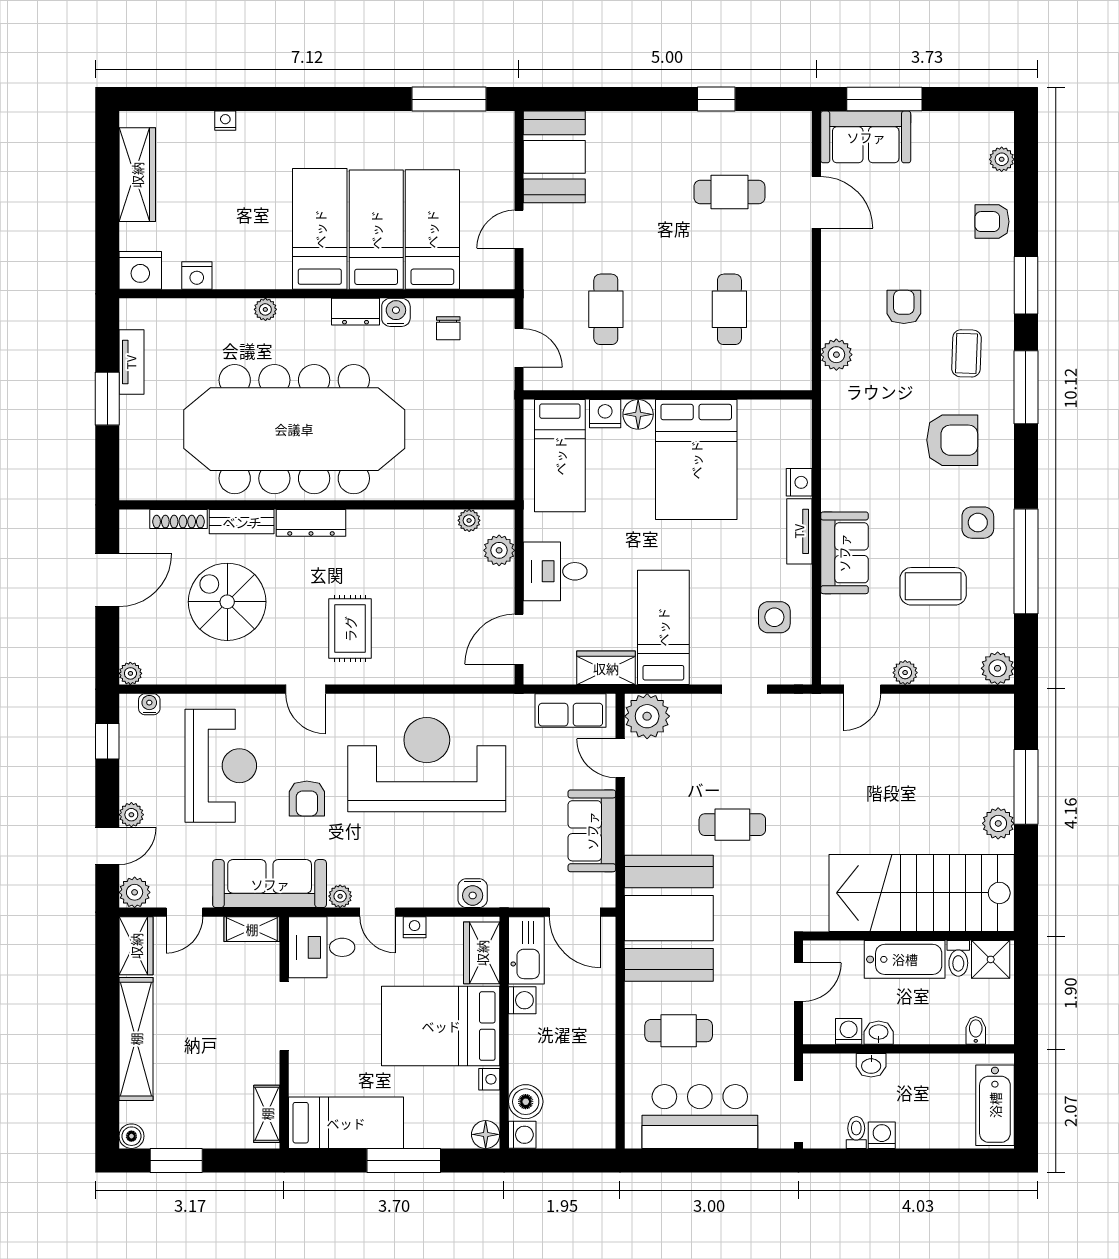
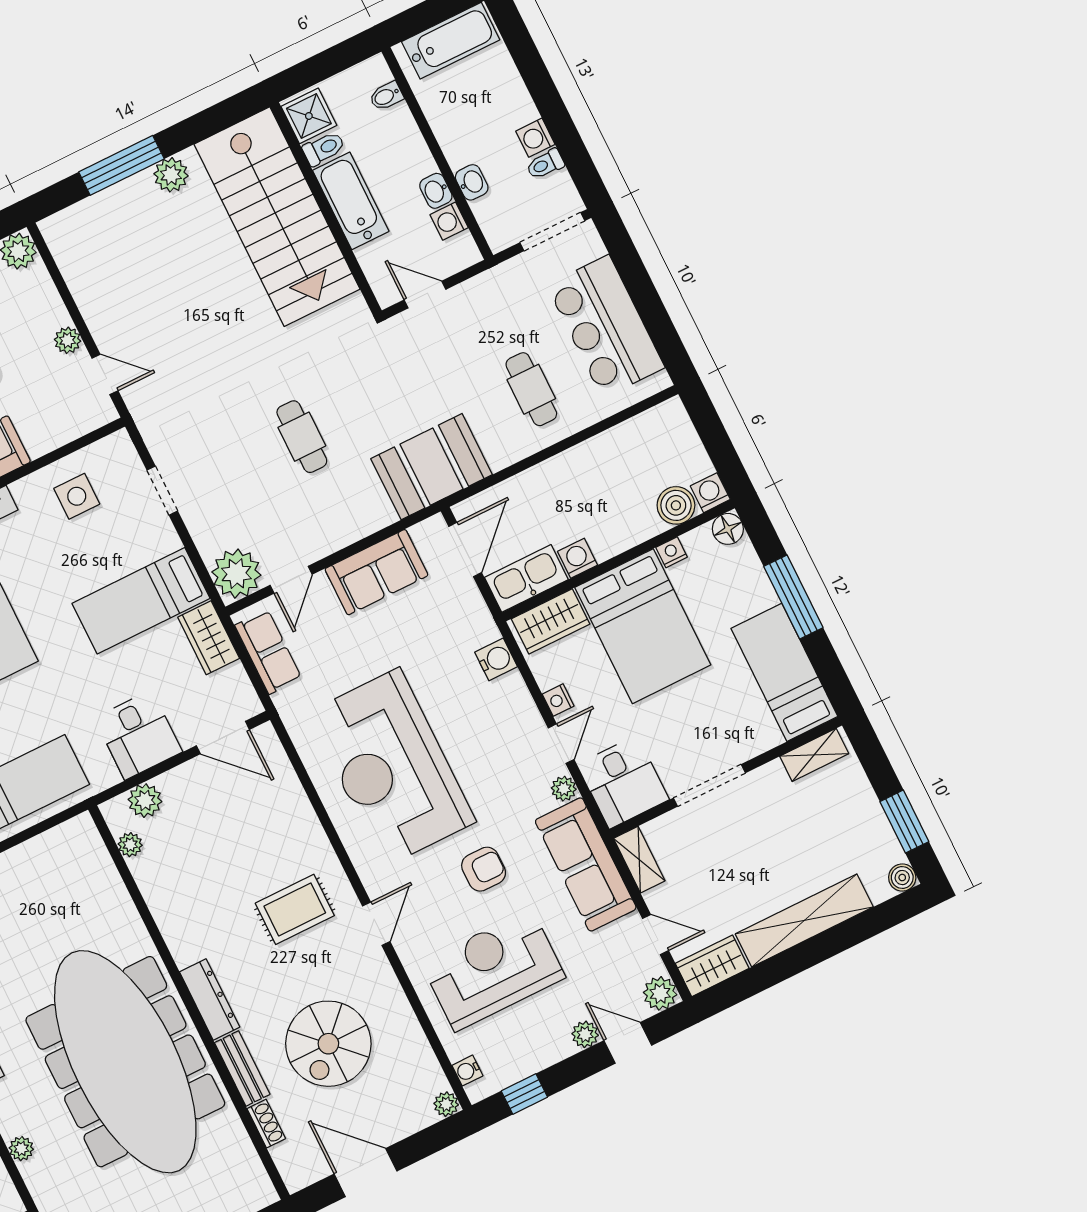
shoe rack: (178, 519) -> (266, 1124), width x0.70
booth: (669, 918) -> (432, 467), width x0.73, depth x0.70

